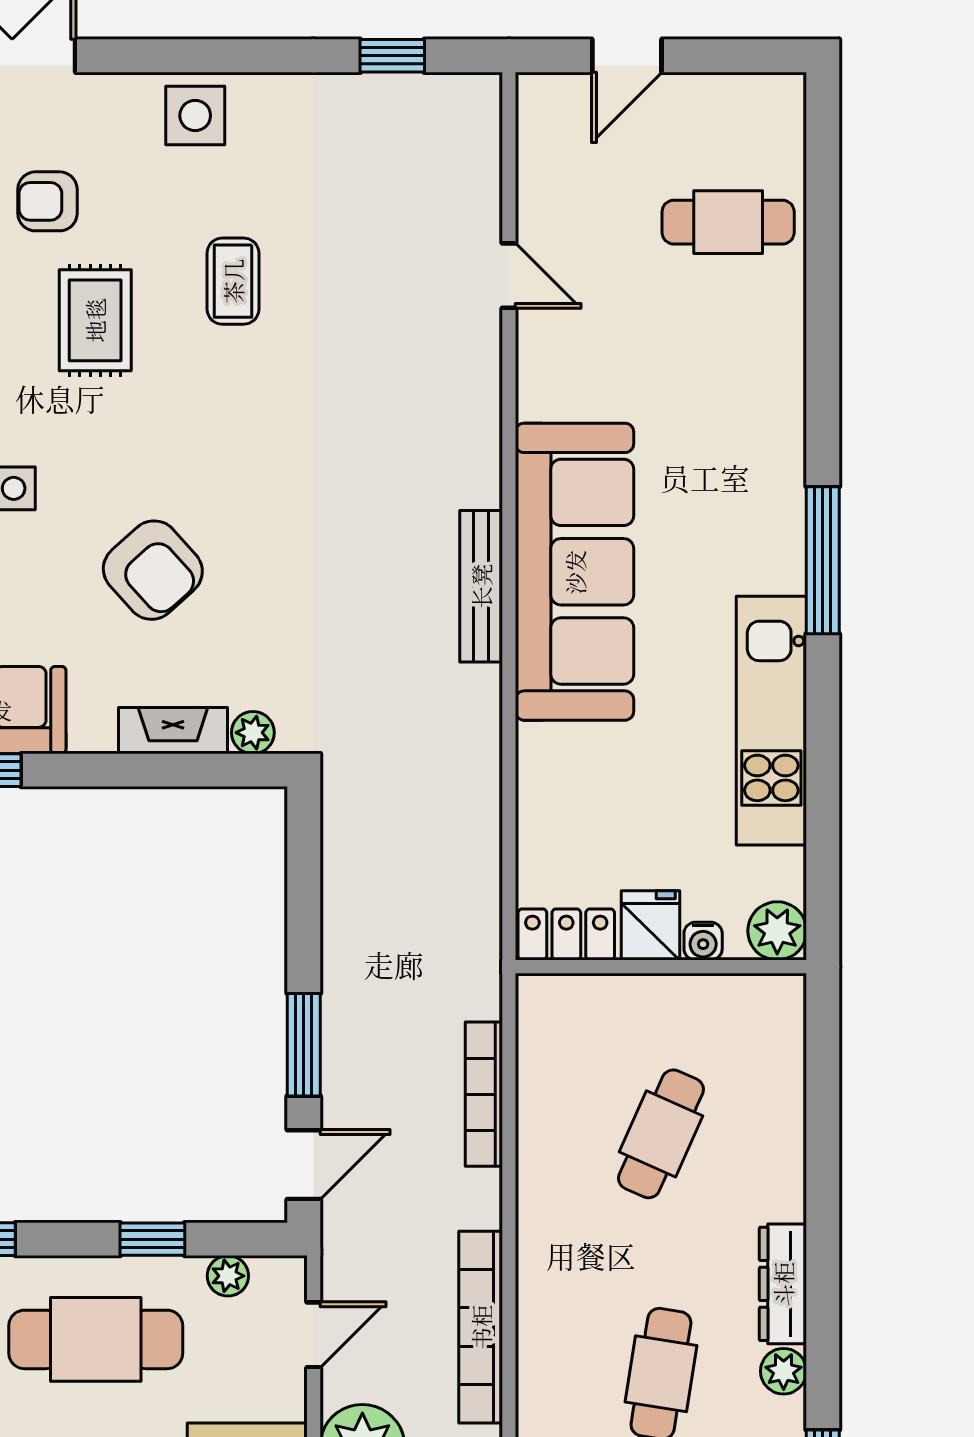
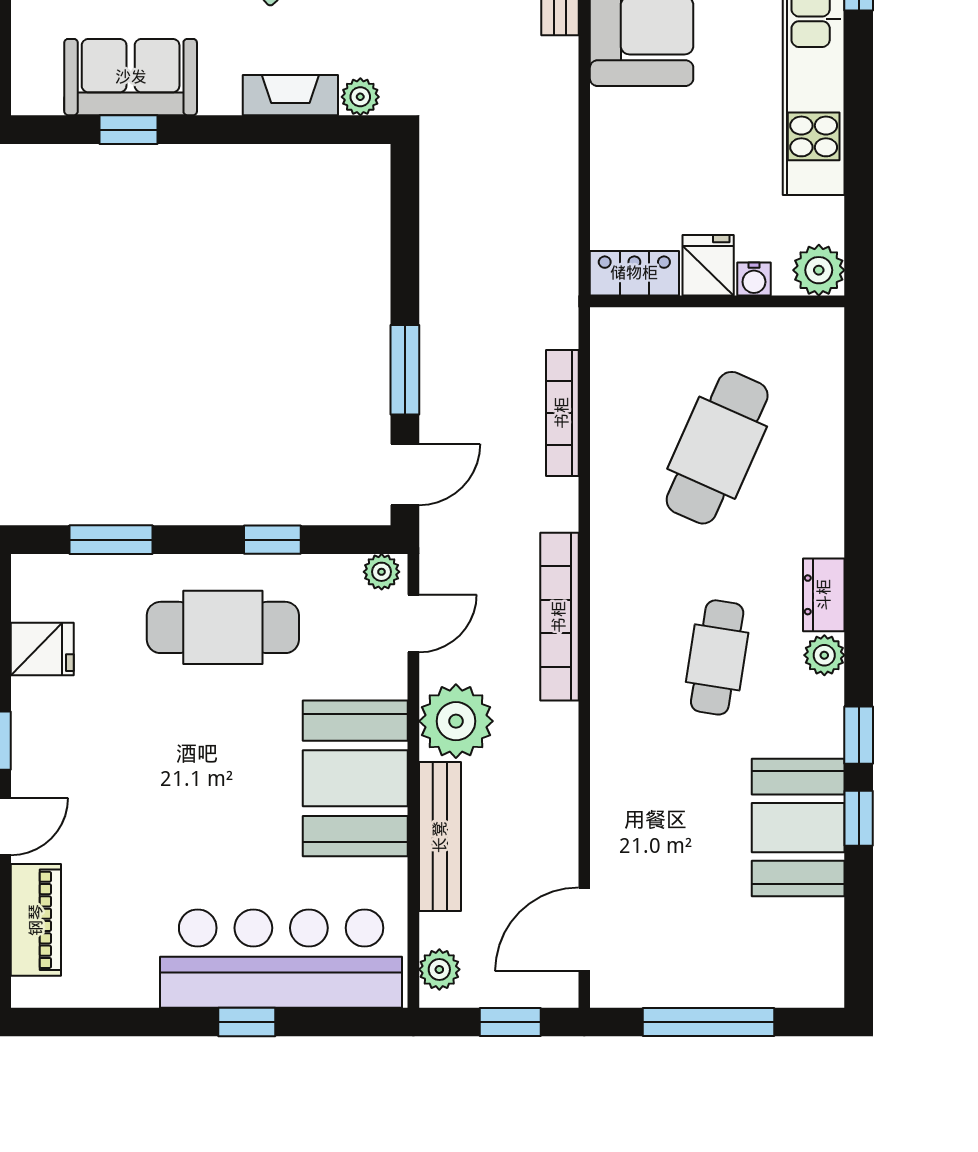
cafe table: (661, 1134) -> (717, 448), width x1.37, depth x1.35
plant: (228, 1276) -> (382, 572), moved
dresser: (783, 1284) -> (824, 595), width x0.70

